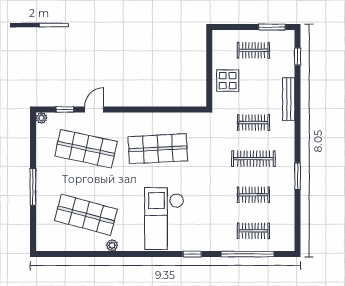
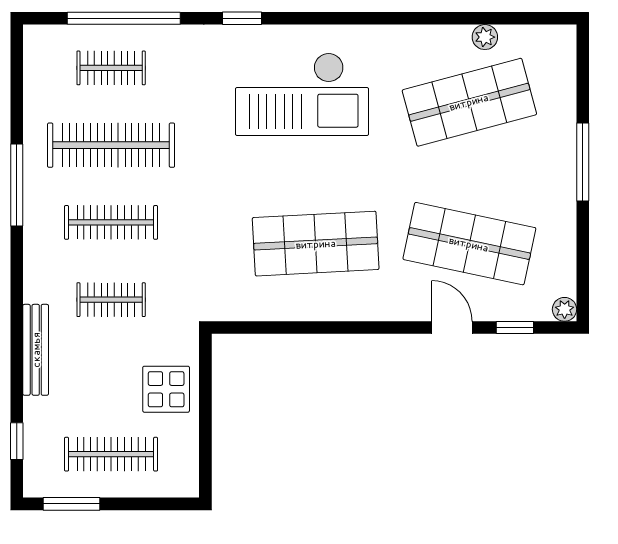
clothes rail: (253, 50) -> (111, 454), width x1.36
door: (94, 109) -> (452, 328), swing flipped
window: (298, 176) -> (17, 185), width x1.44
clothes rail: (253, 195) -> (111, 145), width x1.86, depth x1.31
shop shelf: (86, 215) -> (469, 102), turned -30
checkout: (164, 219) -> (302, 94), turned 90
plant: (112, 245) -> (485, 37), moved

